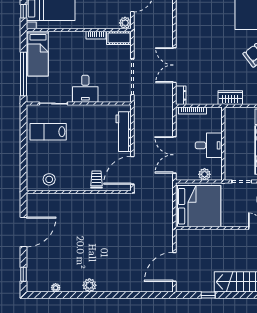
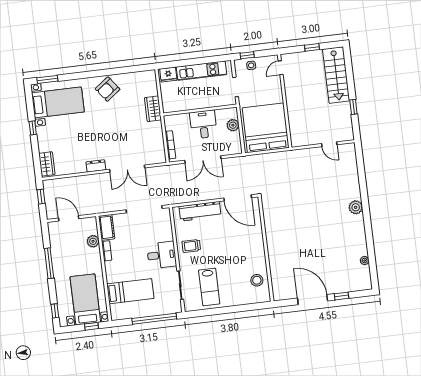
plant: (125, 23) -> (93, 241), moved
bed: (38, 54) -> (130, 291), moved
dresser: (181, 95) -> (96, 166), moved
double door: (174, 155) -> (203, 159), moved
trolley: (97, 180) -> (191, 246), moved
door: (174, 267) -> (329, 144), width x0.53
window: (23, 274) -> (341, 296), moved
plant: (89, 285) -> (356, 207), moved

